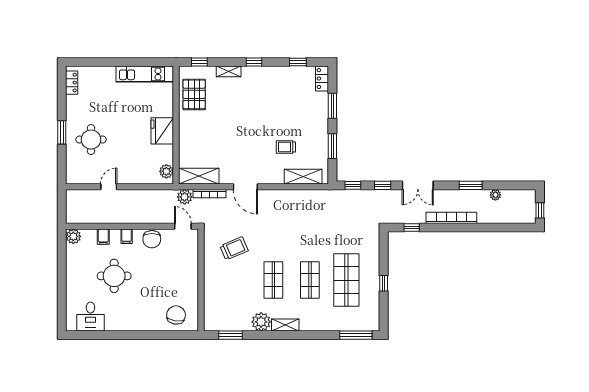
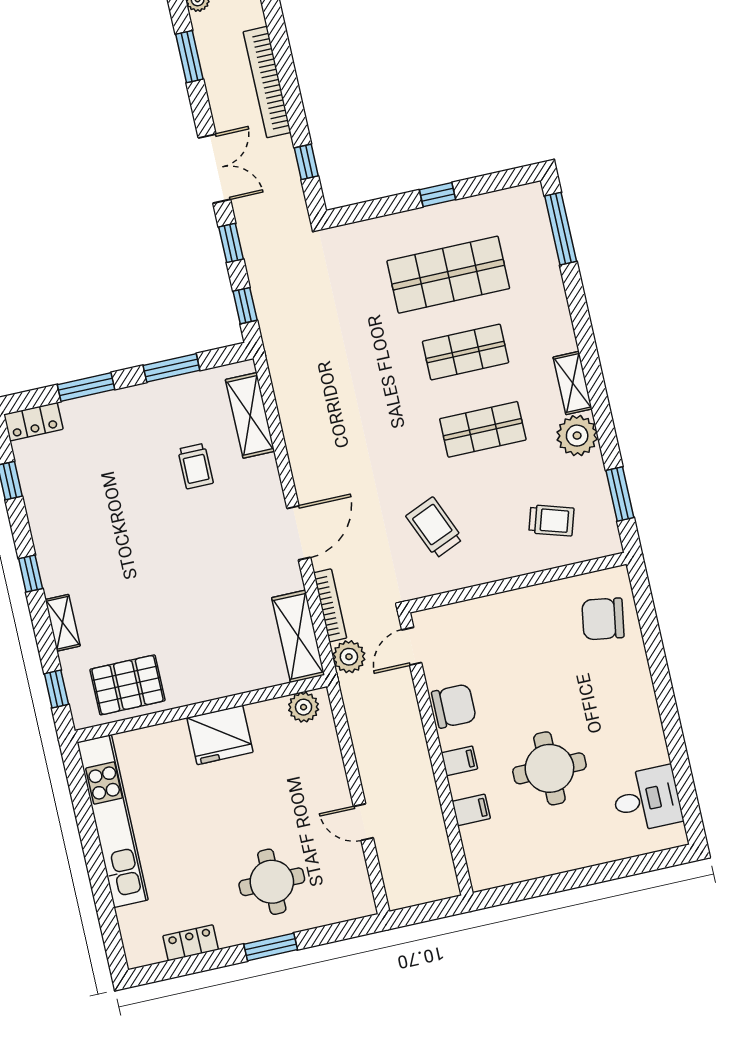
kitchen unit: (145, 74) -> (113, 821), width x1.36
locker: (72, 83) -> (191, 943), moved
plant: (73, 236) -> (485, 873), removed
trolley: (226, 302) -> (551, 520), added

